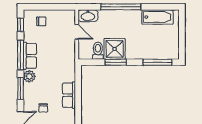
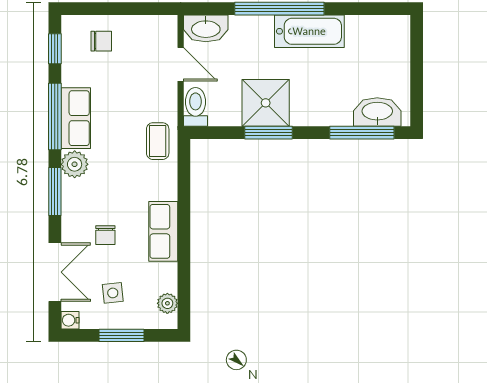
bathtub: (157, 17) -> (309, 31), moved
toilet: (98, 51) -> (196, 107), moved
washbasin: (164, 53) -> (377, 112), added
coffee table: (66, 66) -> (158, 141), added
row of seats: (69, 95) -> (163, 231), moved

